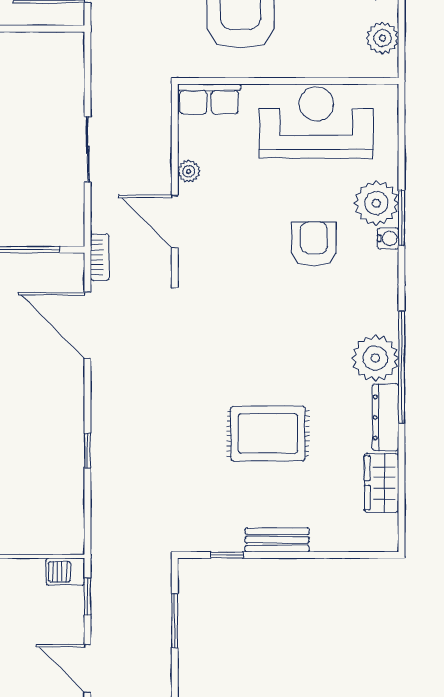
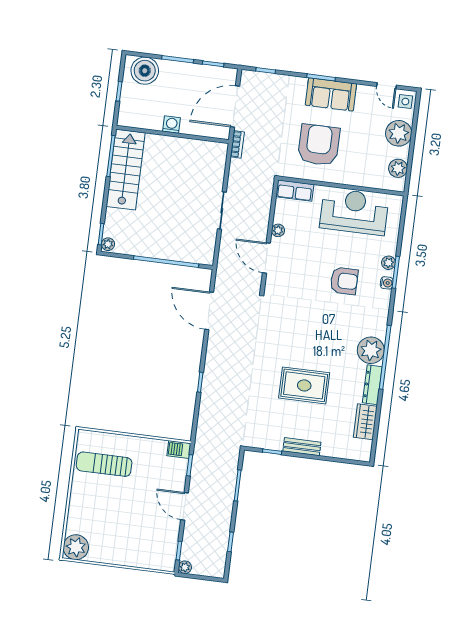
plant: (376, 203) -> (388, 263), width x0.53, depth x0.53
armchair: (314, 244) -> (344, 281), turned 90
bookcase: (100, 257) -> (237, 144), moved

